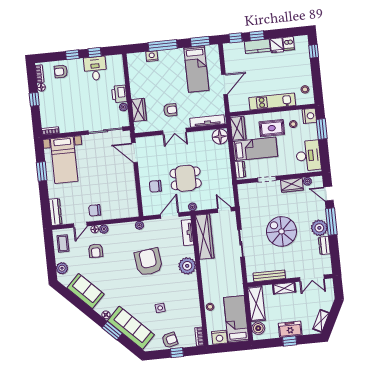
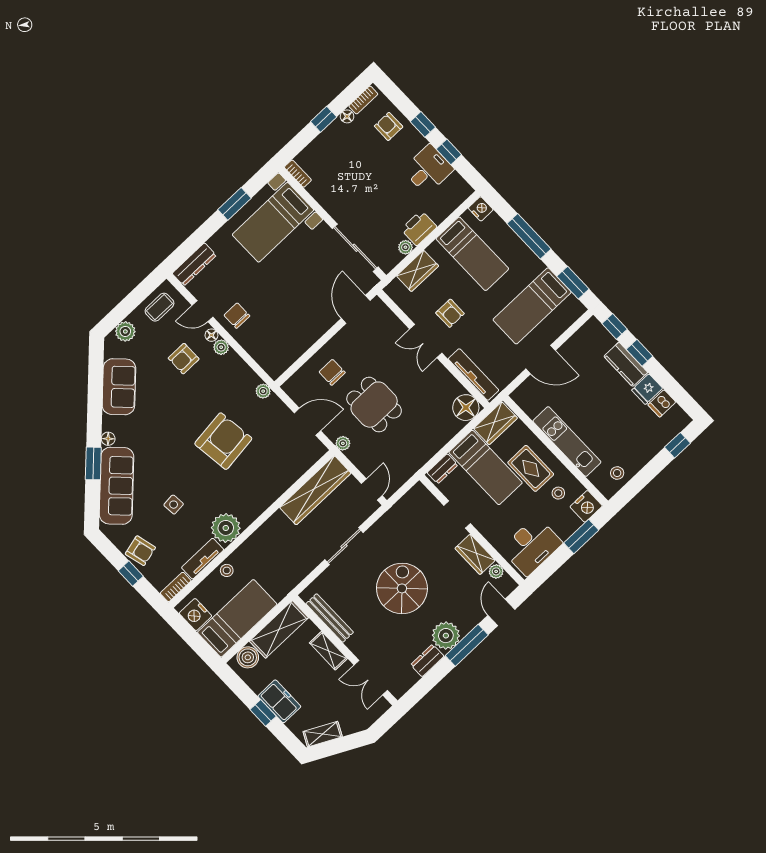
nightstand: (152, 56) -> (481, 209), moved
bed: (151, 78) -> (472, 254), added
tv unit: (187, 233) -> (203, 559), moved
plant: (187, 266) -> (226, 528), moved

